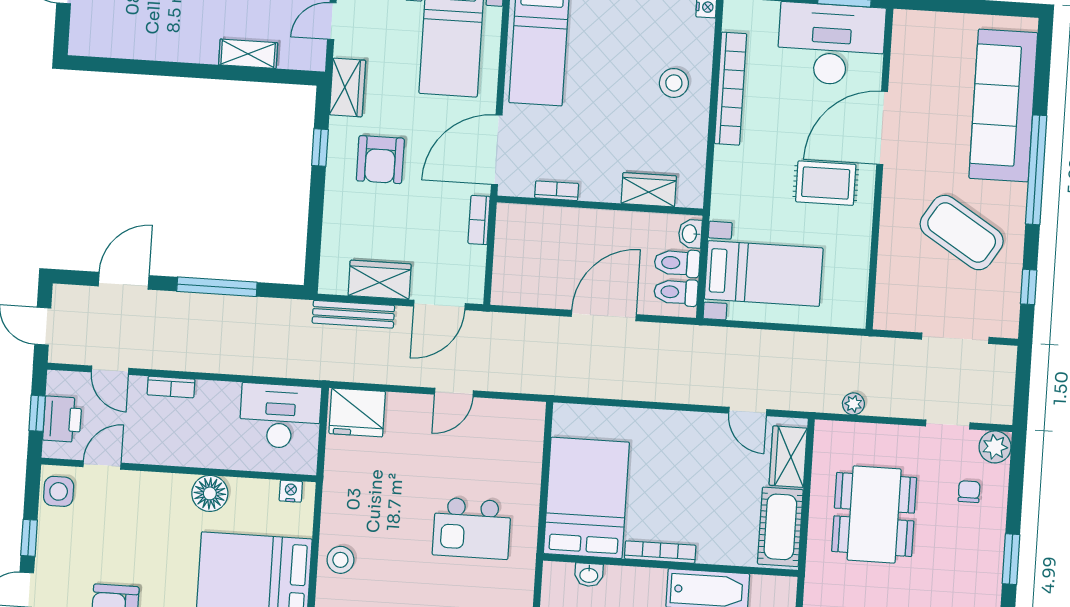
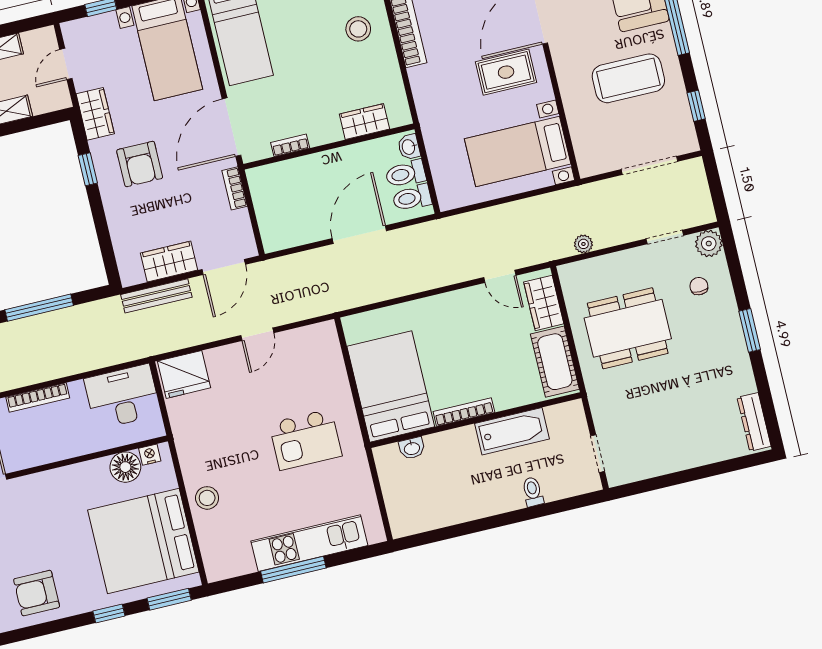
coffee table: (962, 233) -> (628, 78), turned -32
bed with nightstands: (764, 274) -> (518, 151), moved, turned 180
bookcase: (171, 387) -> (38, 398), width x1.56
floor lamp: (210, 493) -> (125, 467), moved
dining table: (874, 514) -> (628, 328), turned 90

